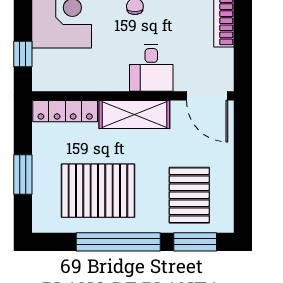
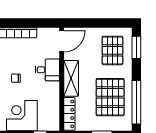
pallet: (189, 195) -> (112, 50), turned 90
window: (118, 242) -> (136, 102), moved

